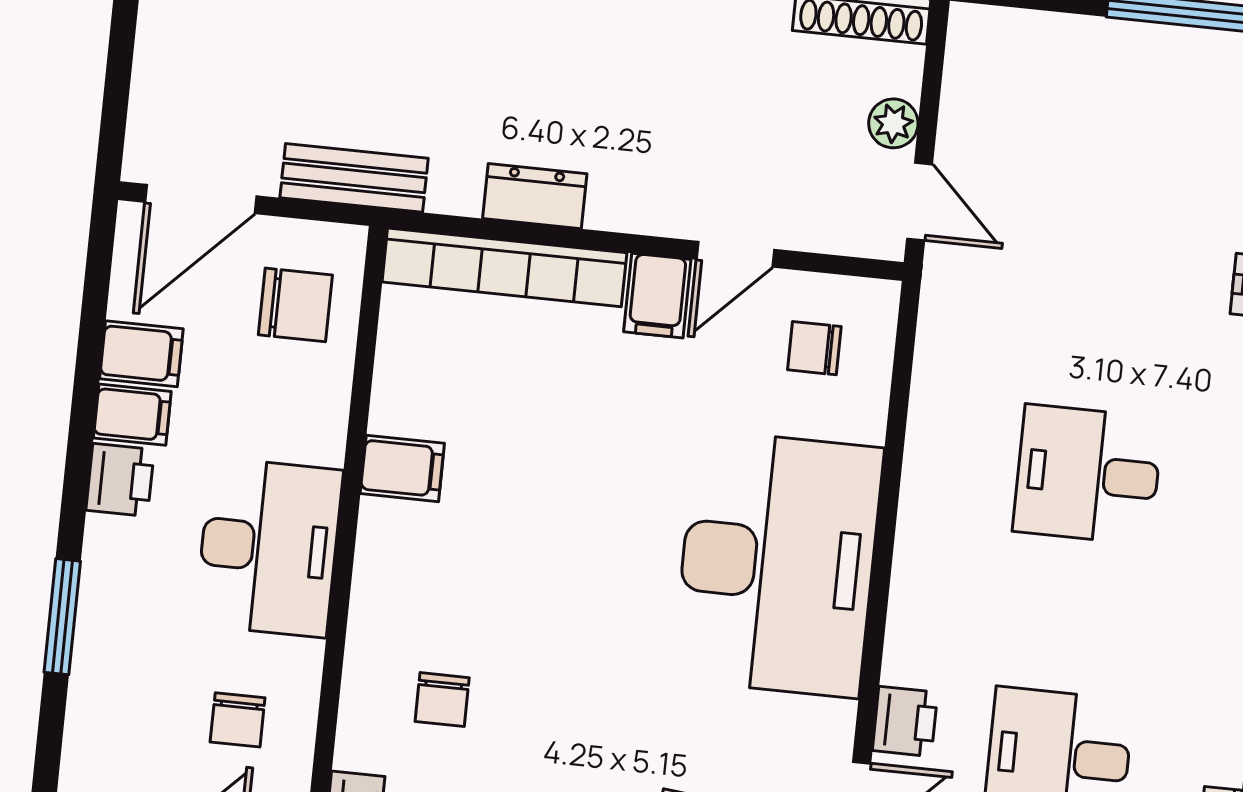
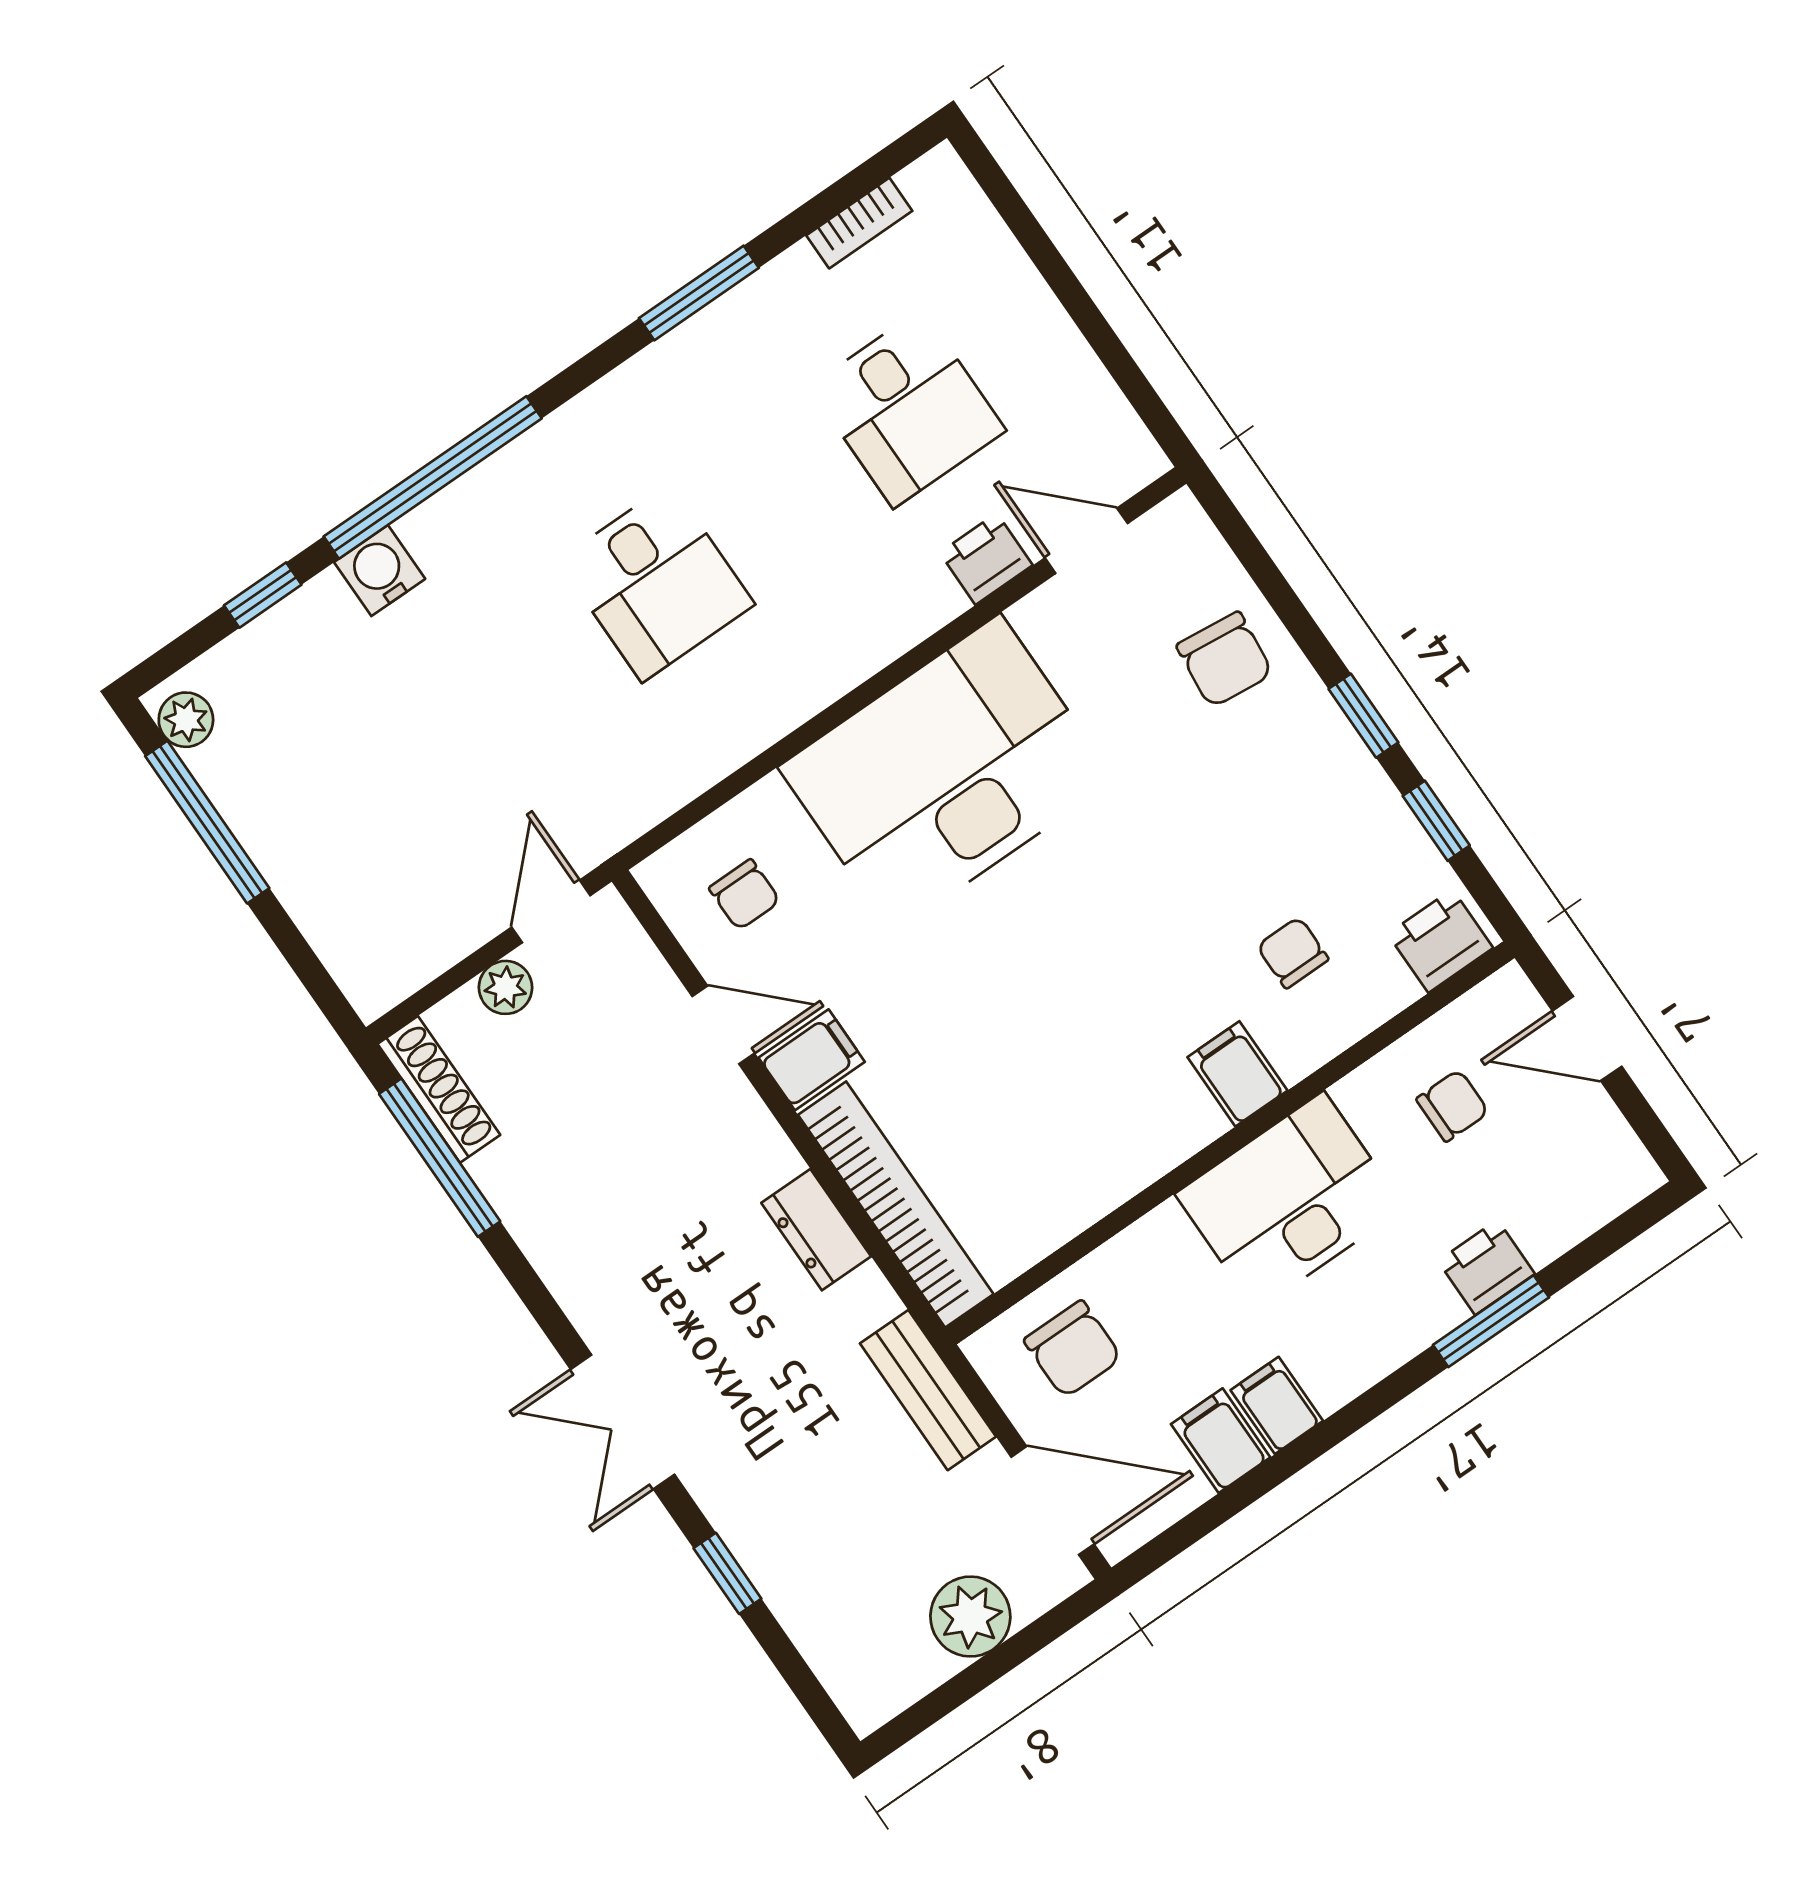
plant: (169, 71) -> (970, 1617), added
chair: (295, 305) -> (1073, 1349), turned 180
filing cabinet: (402, 468) -> (1237, 1074), moved
printer: (120, 480) -> (1486, 1267), moved
chair: (442, 700) -> (1293, 953), turned -90

